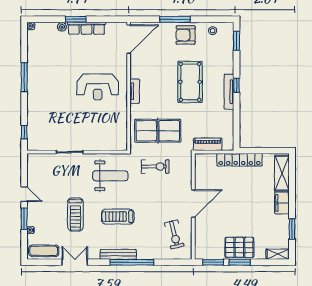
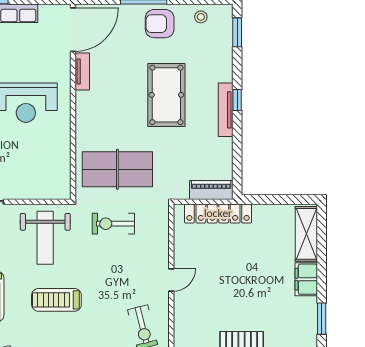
tv unit: (135, 91) -> (82, 72), moved
piano: (208, 144) -> (211, 190), moved
locker: (239, 160) -> (218, 213), moved
exercise bike: (155, 167) -> (113, 224), turned 180
weight bench: (110, 176) -> (45, 238), turned 90
door: (193, 203) -> (171, 280), width x0.53

